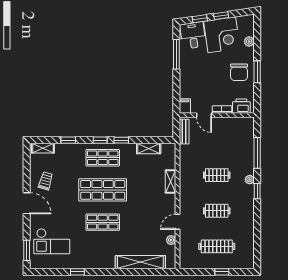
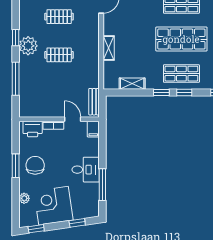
window: (221, 16) -> (36, 229), moved
desk: (193, 35) -> (86, 170), moved, turned -82
plant: (250, 180) -> (28, 46), width x1.88, depth x1.88

